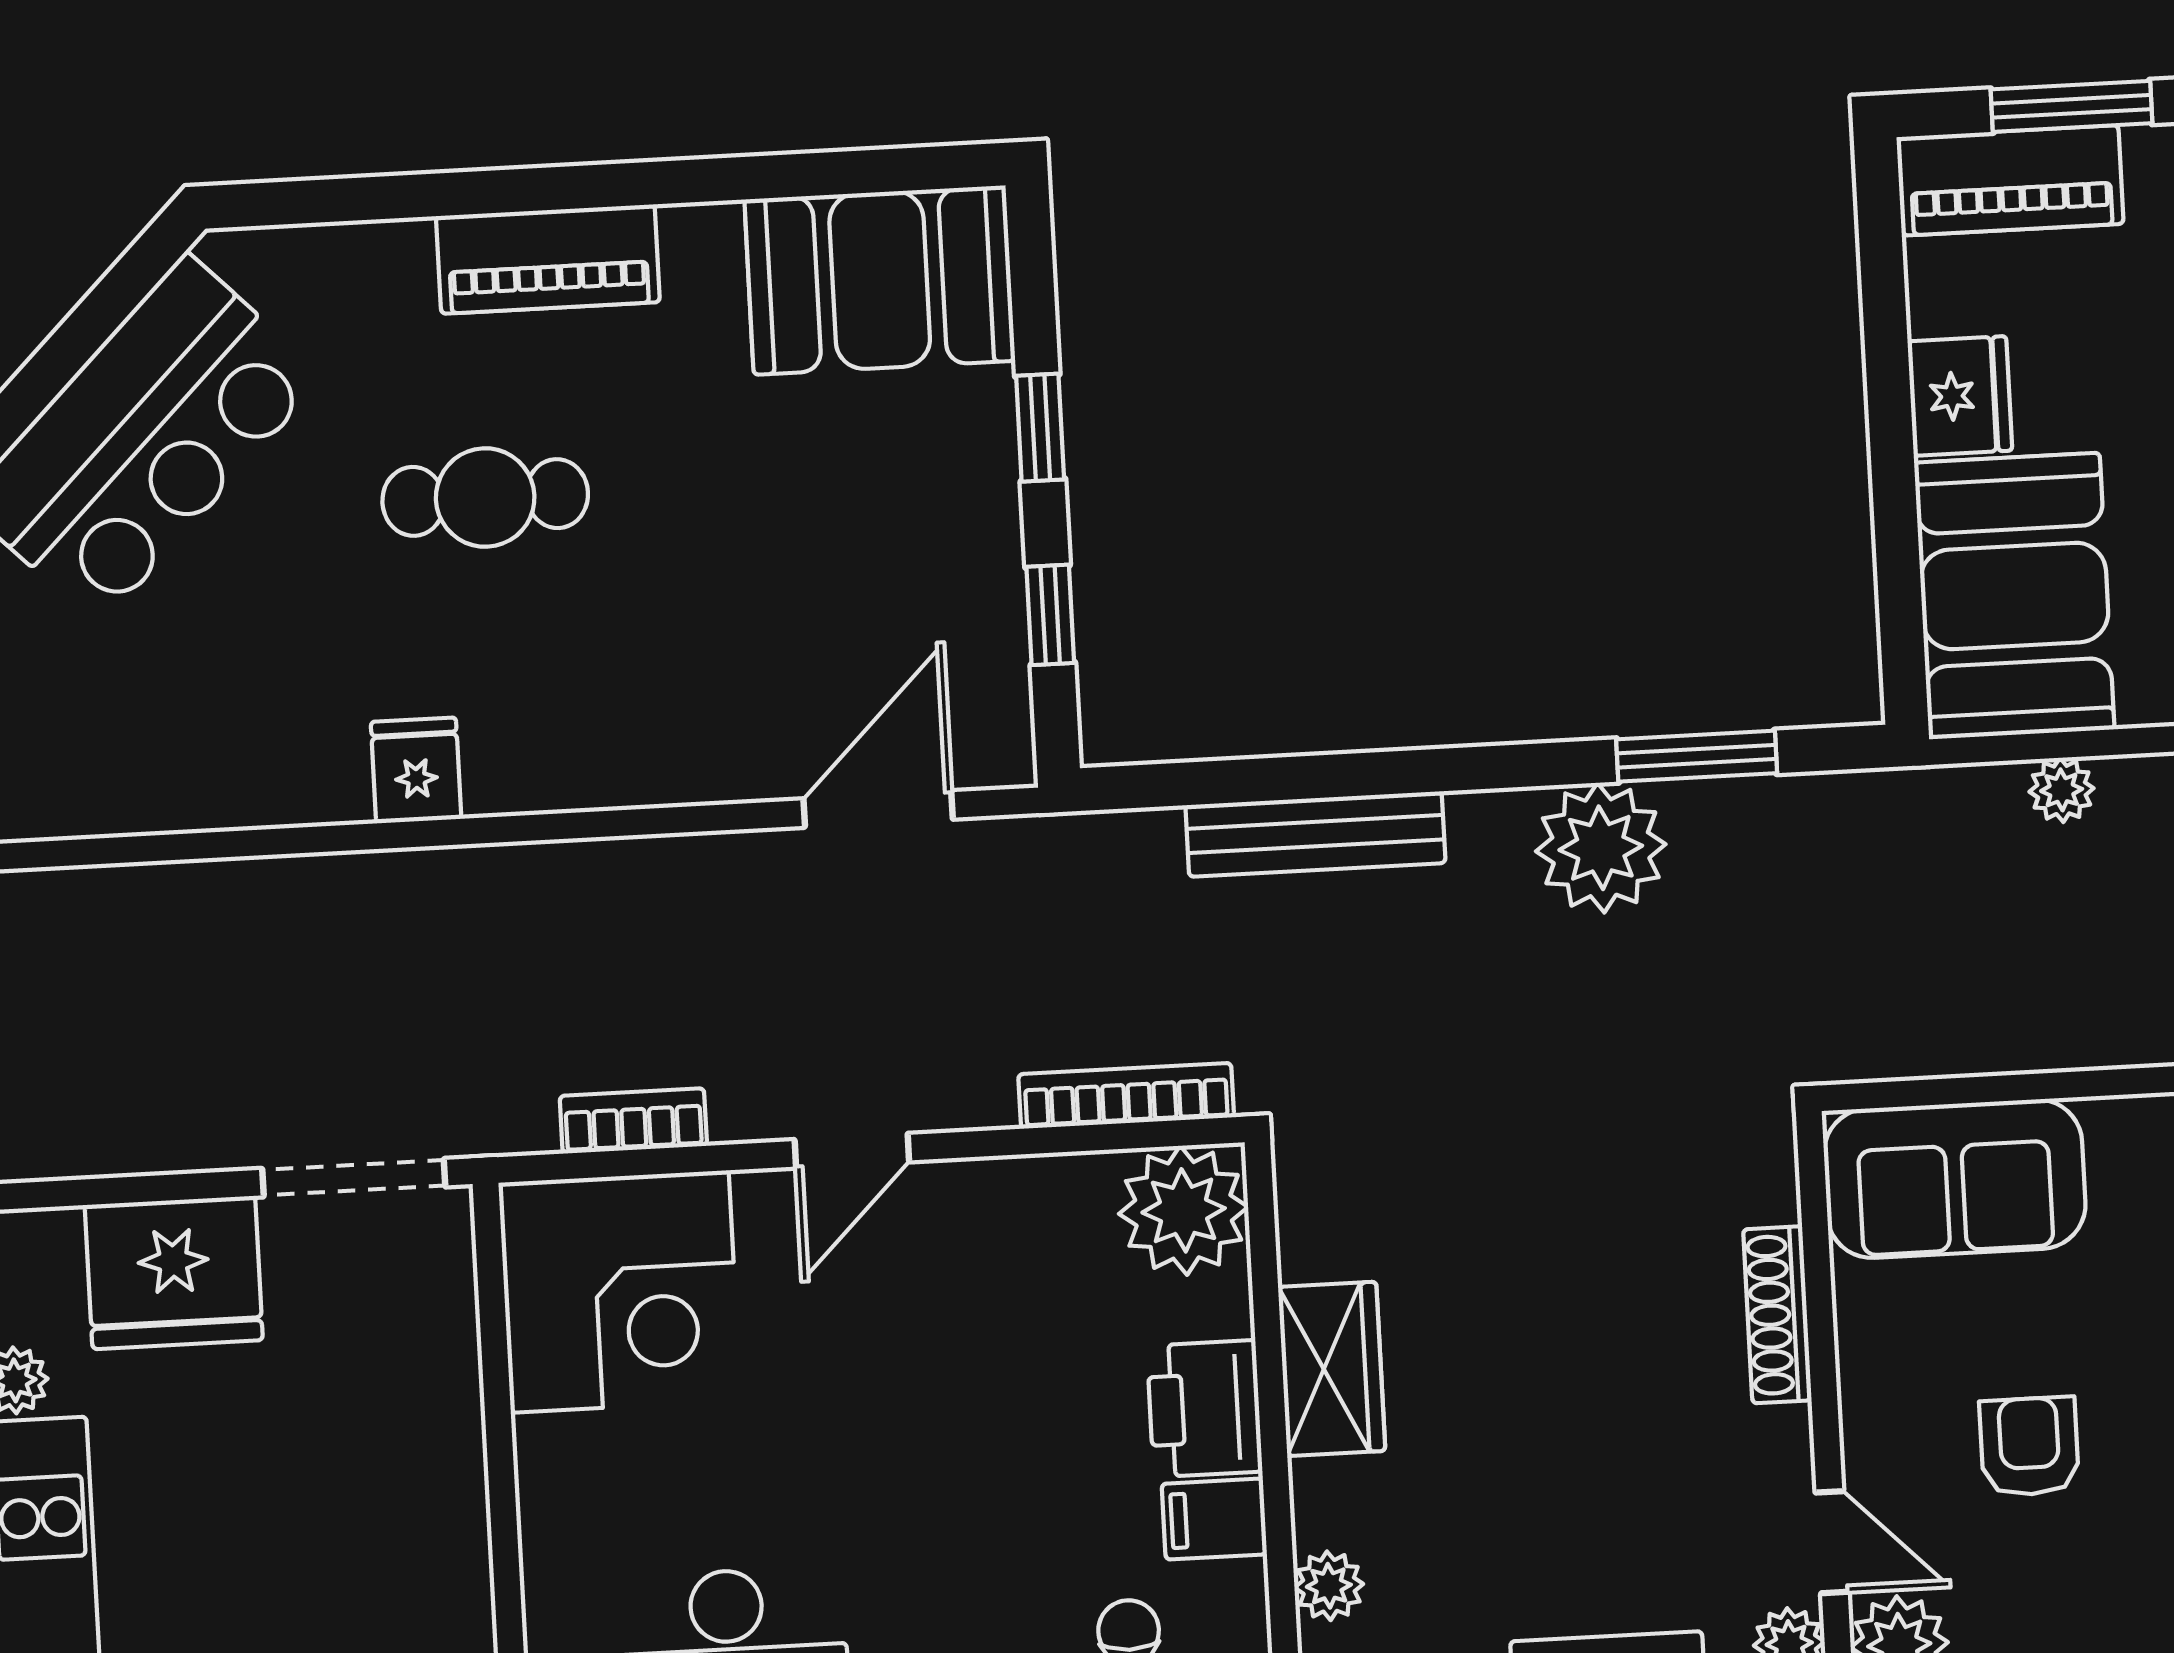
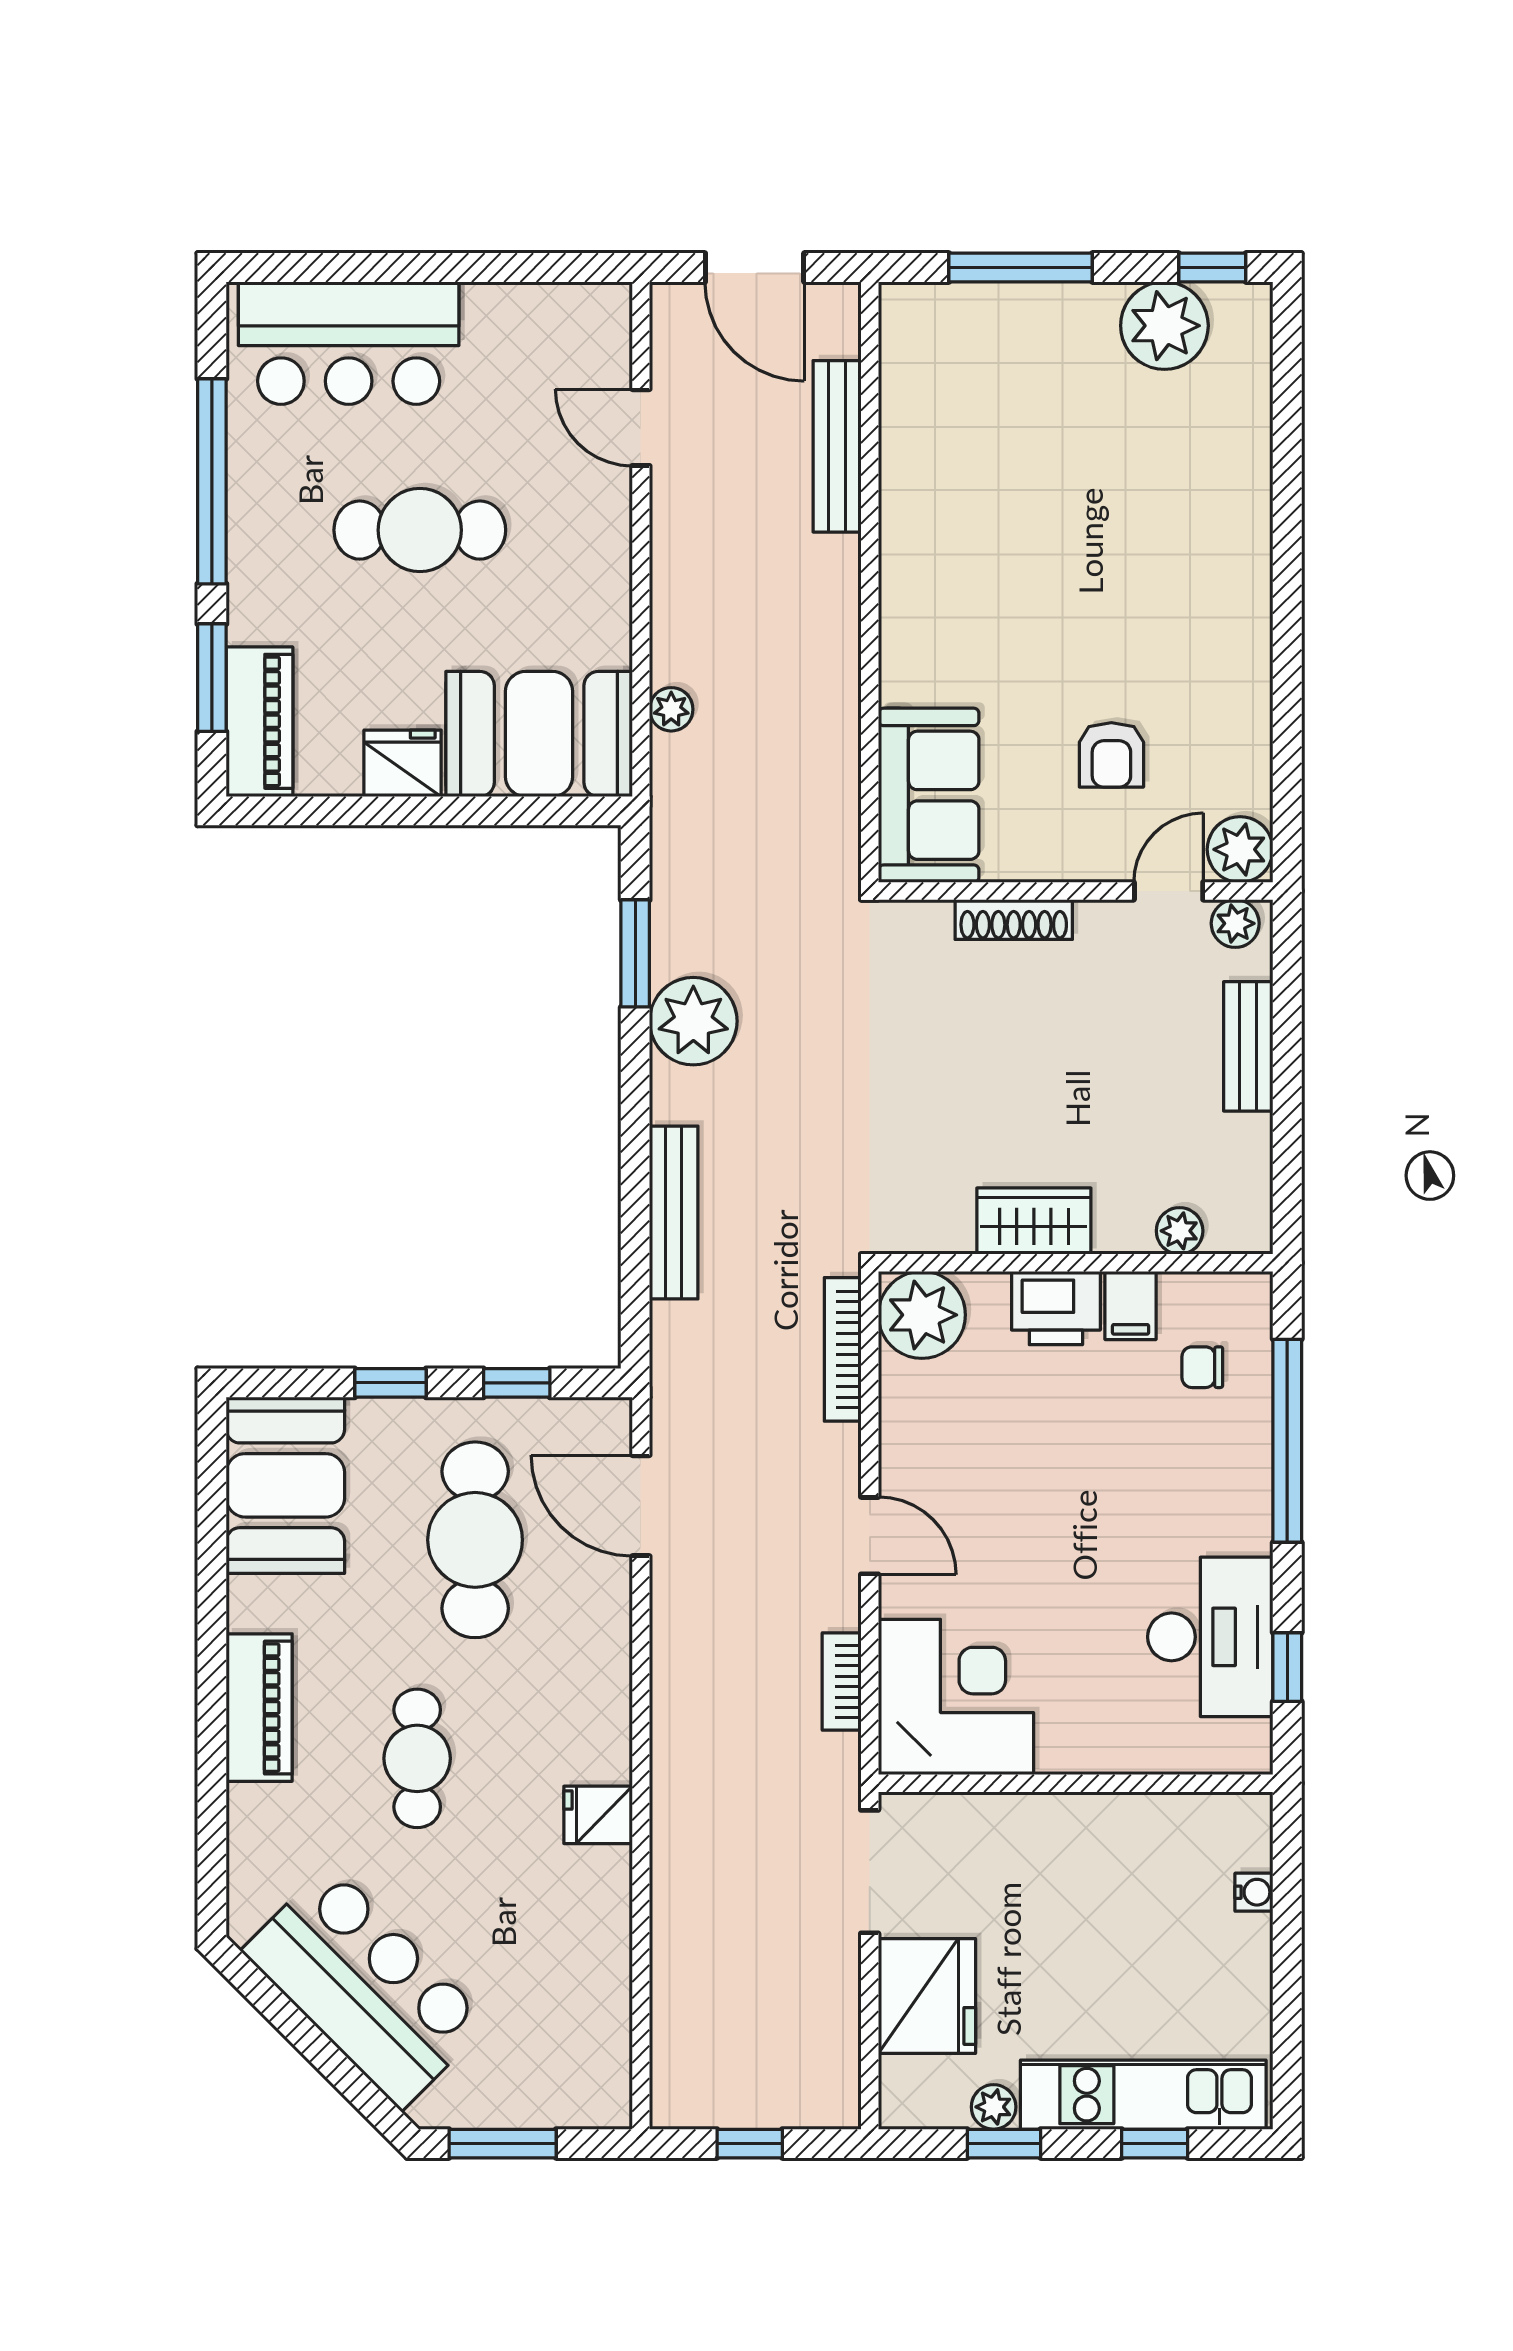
cafe table: (814, 566) -> (475, 1540), added
armchair: (2029, 1447) -> (1111, 755), turned -90

